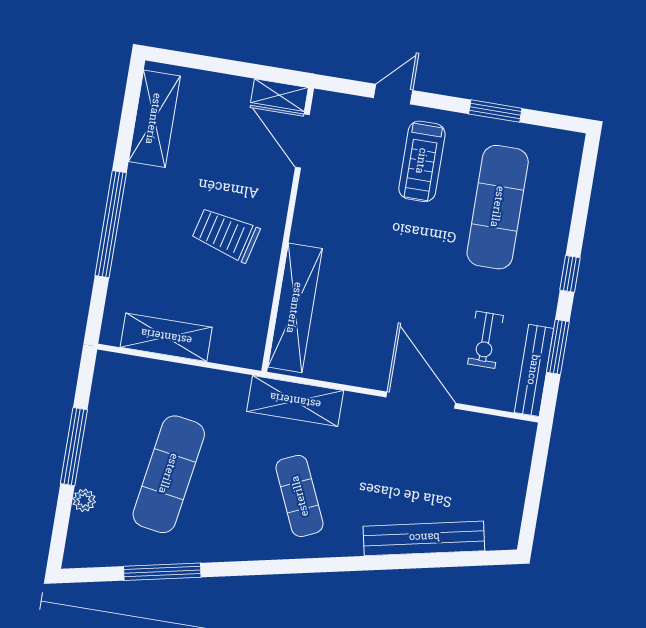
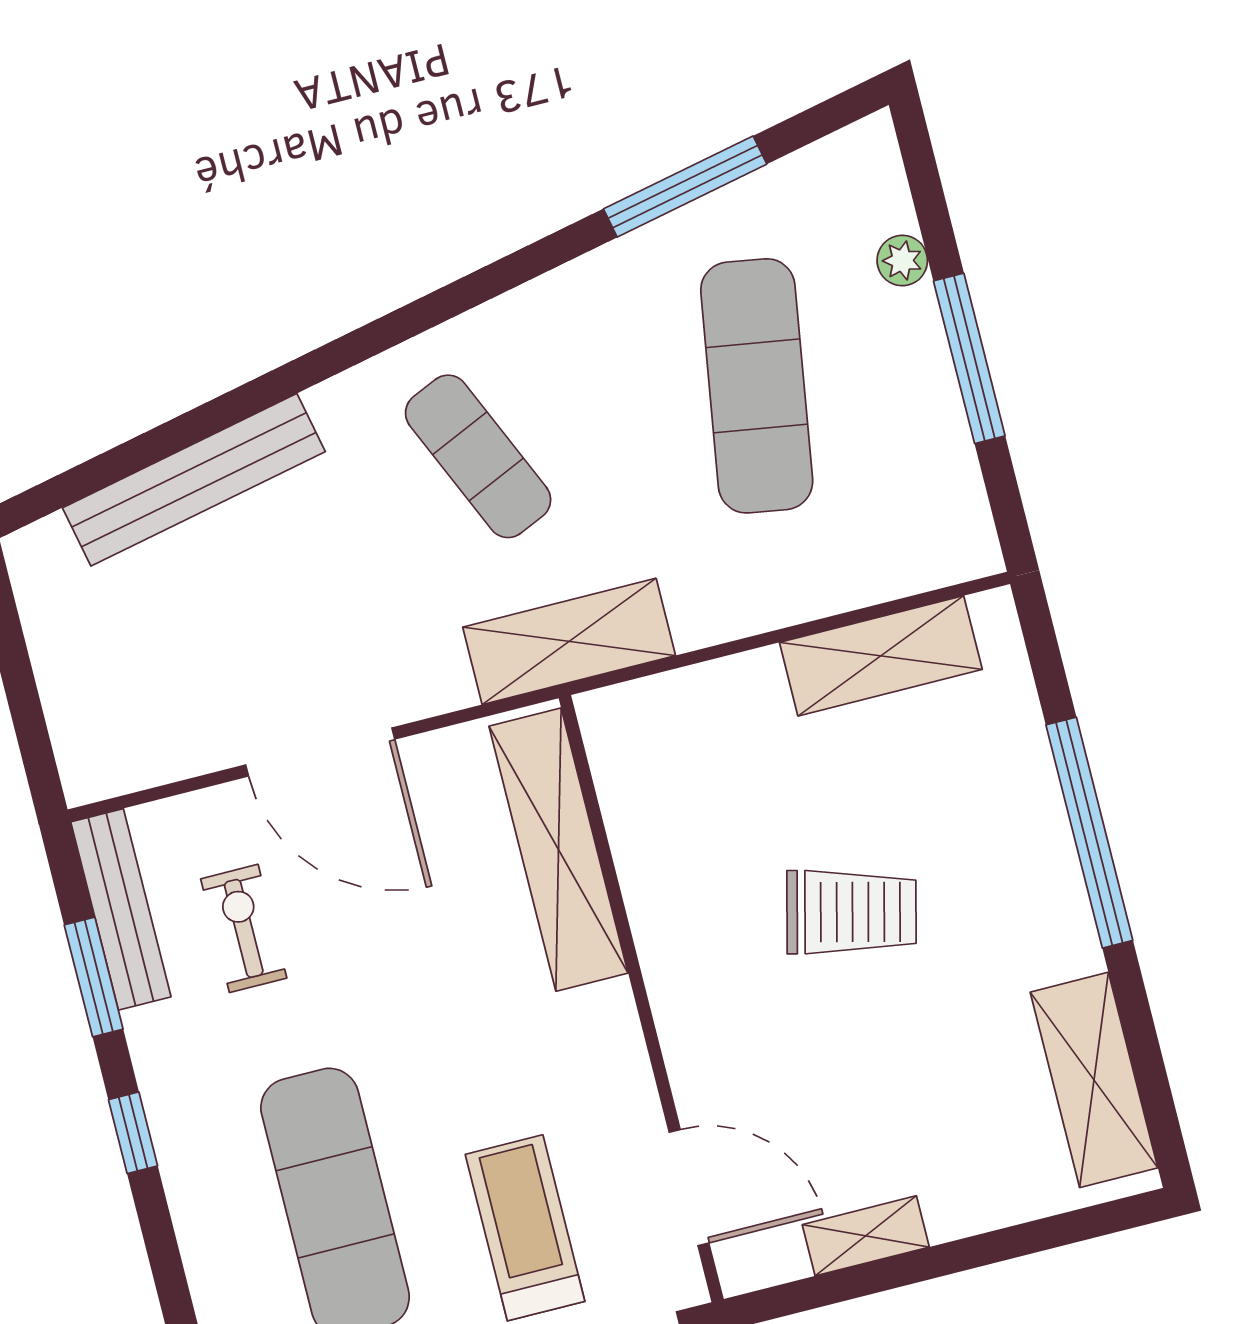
door: (302, 141) -> (689, 1188), moved
wall: (288, 230) -> (641, 999), moved
shelving: (295, 308) -> (559, 850), moved

